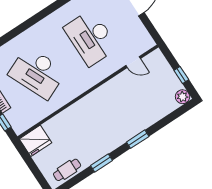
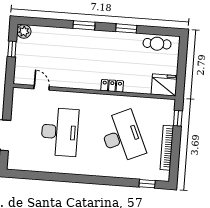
locker: (77, 108) -> (112, 86), added

